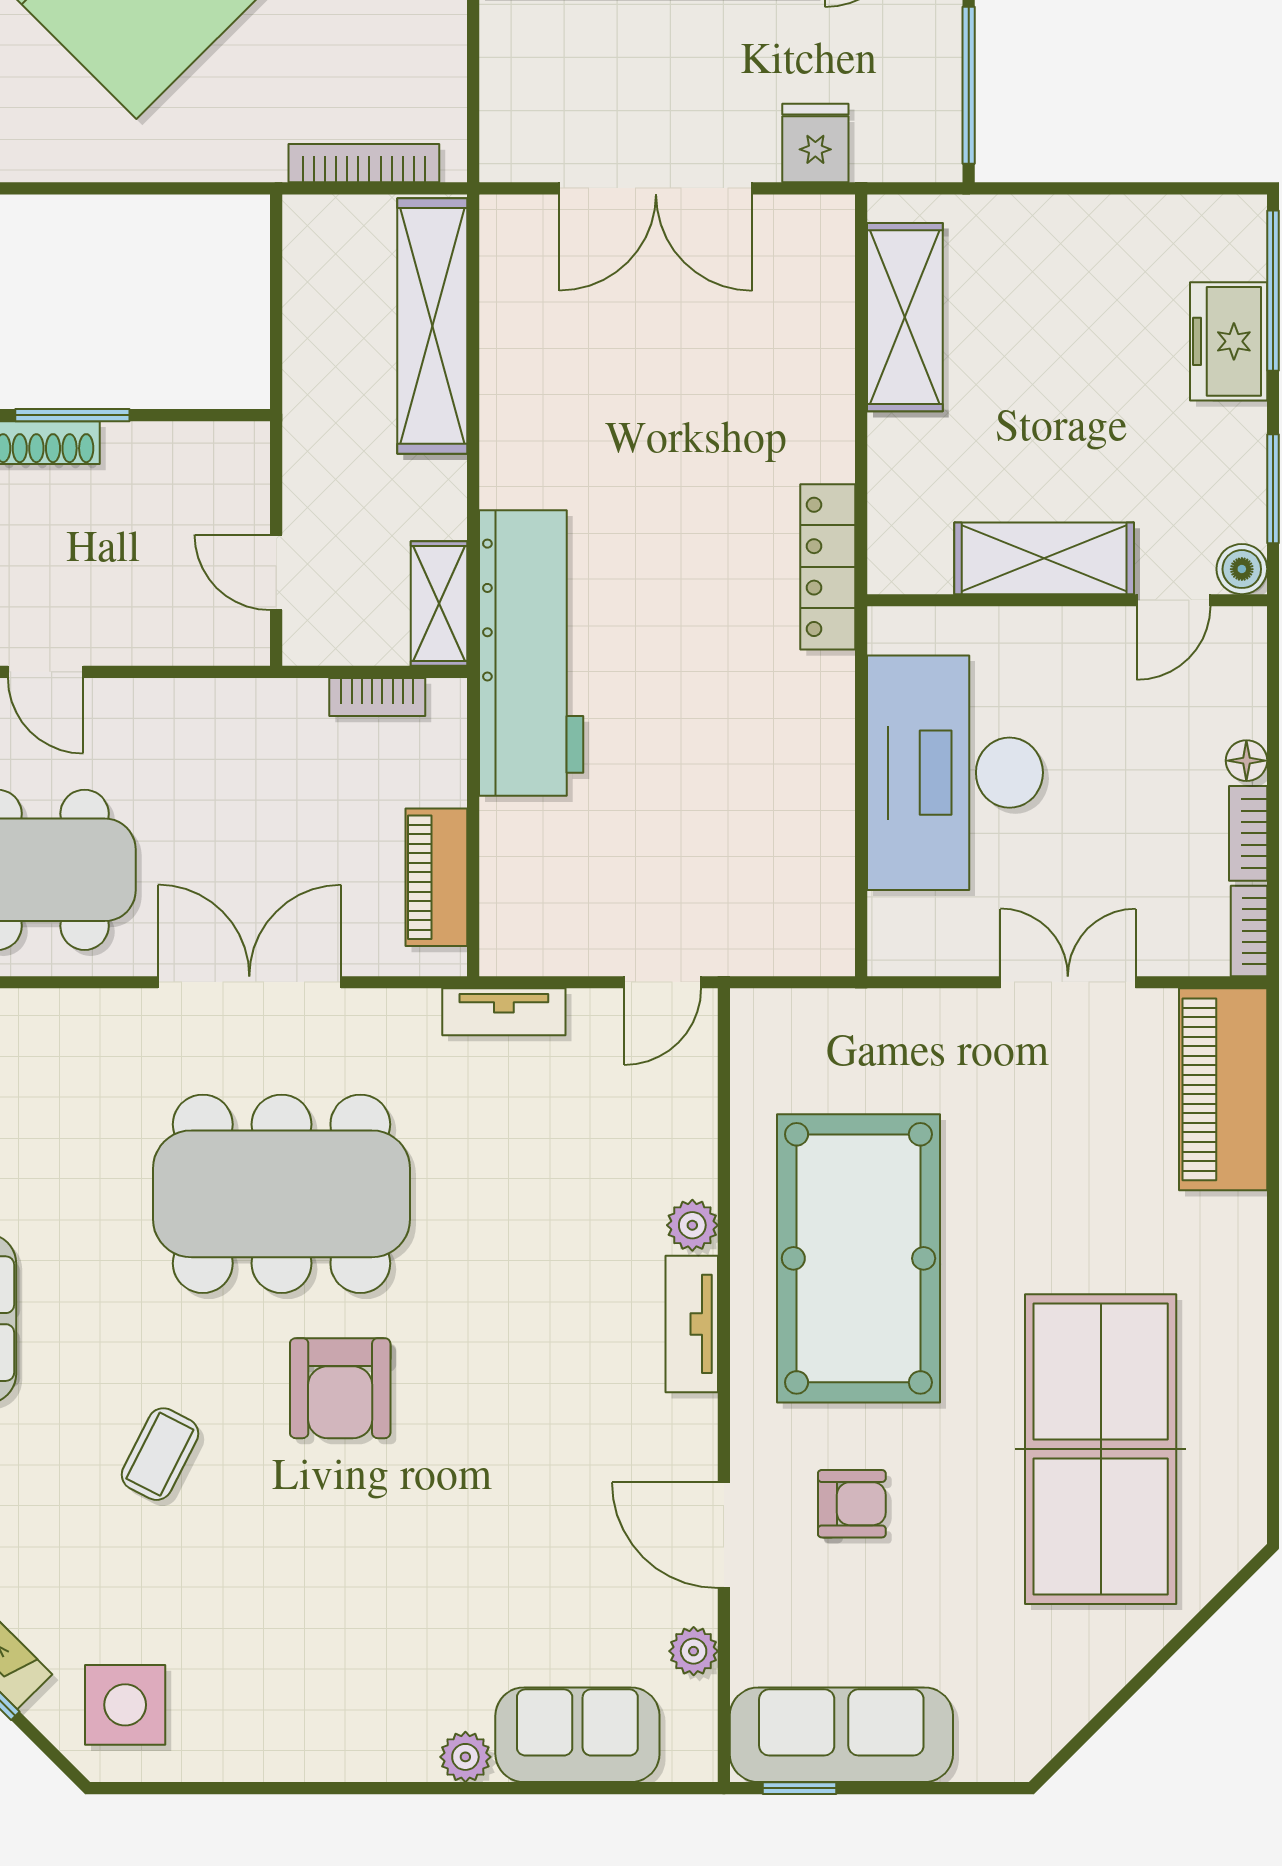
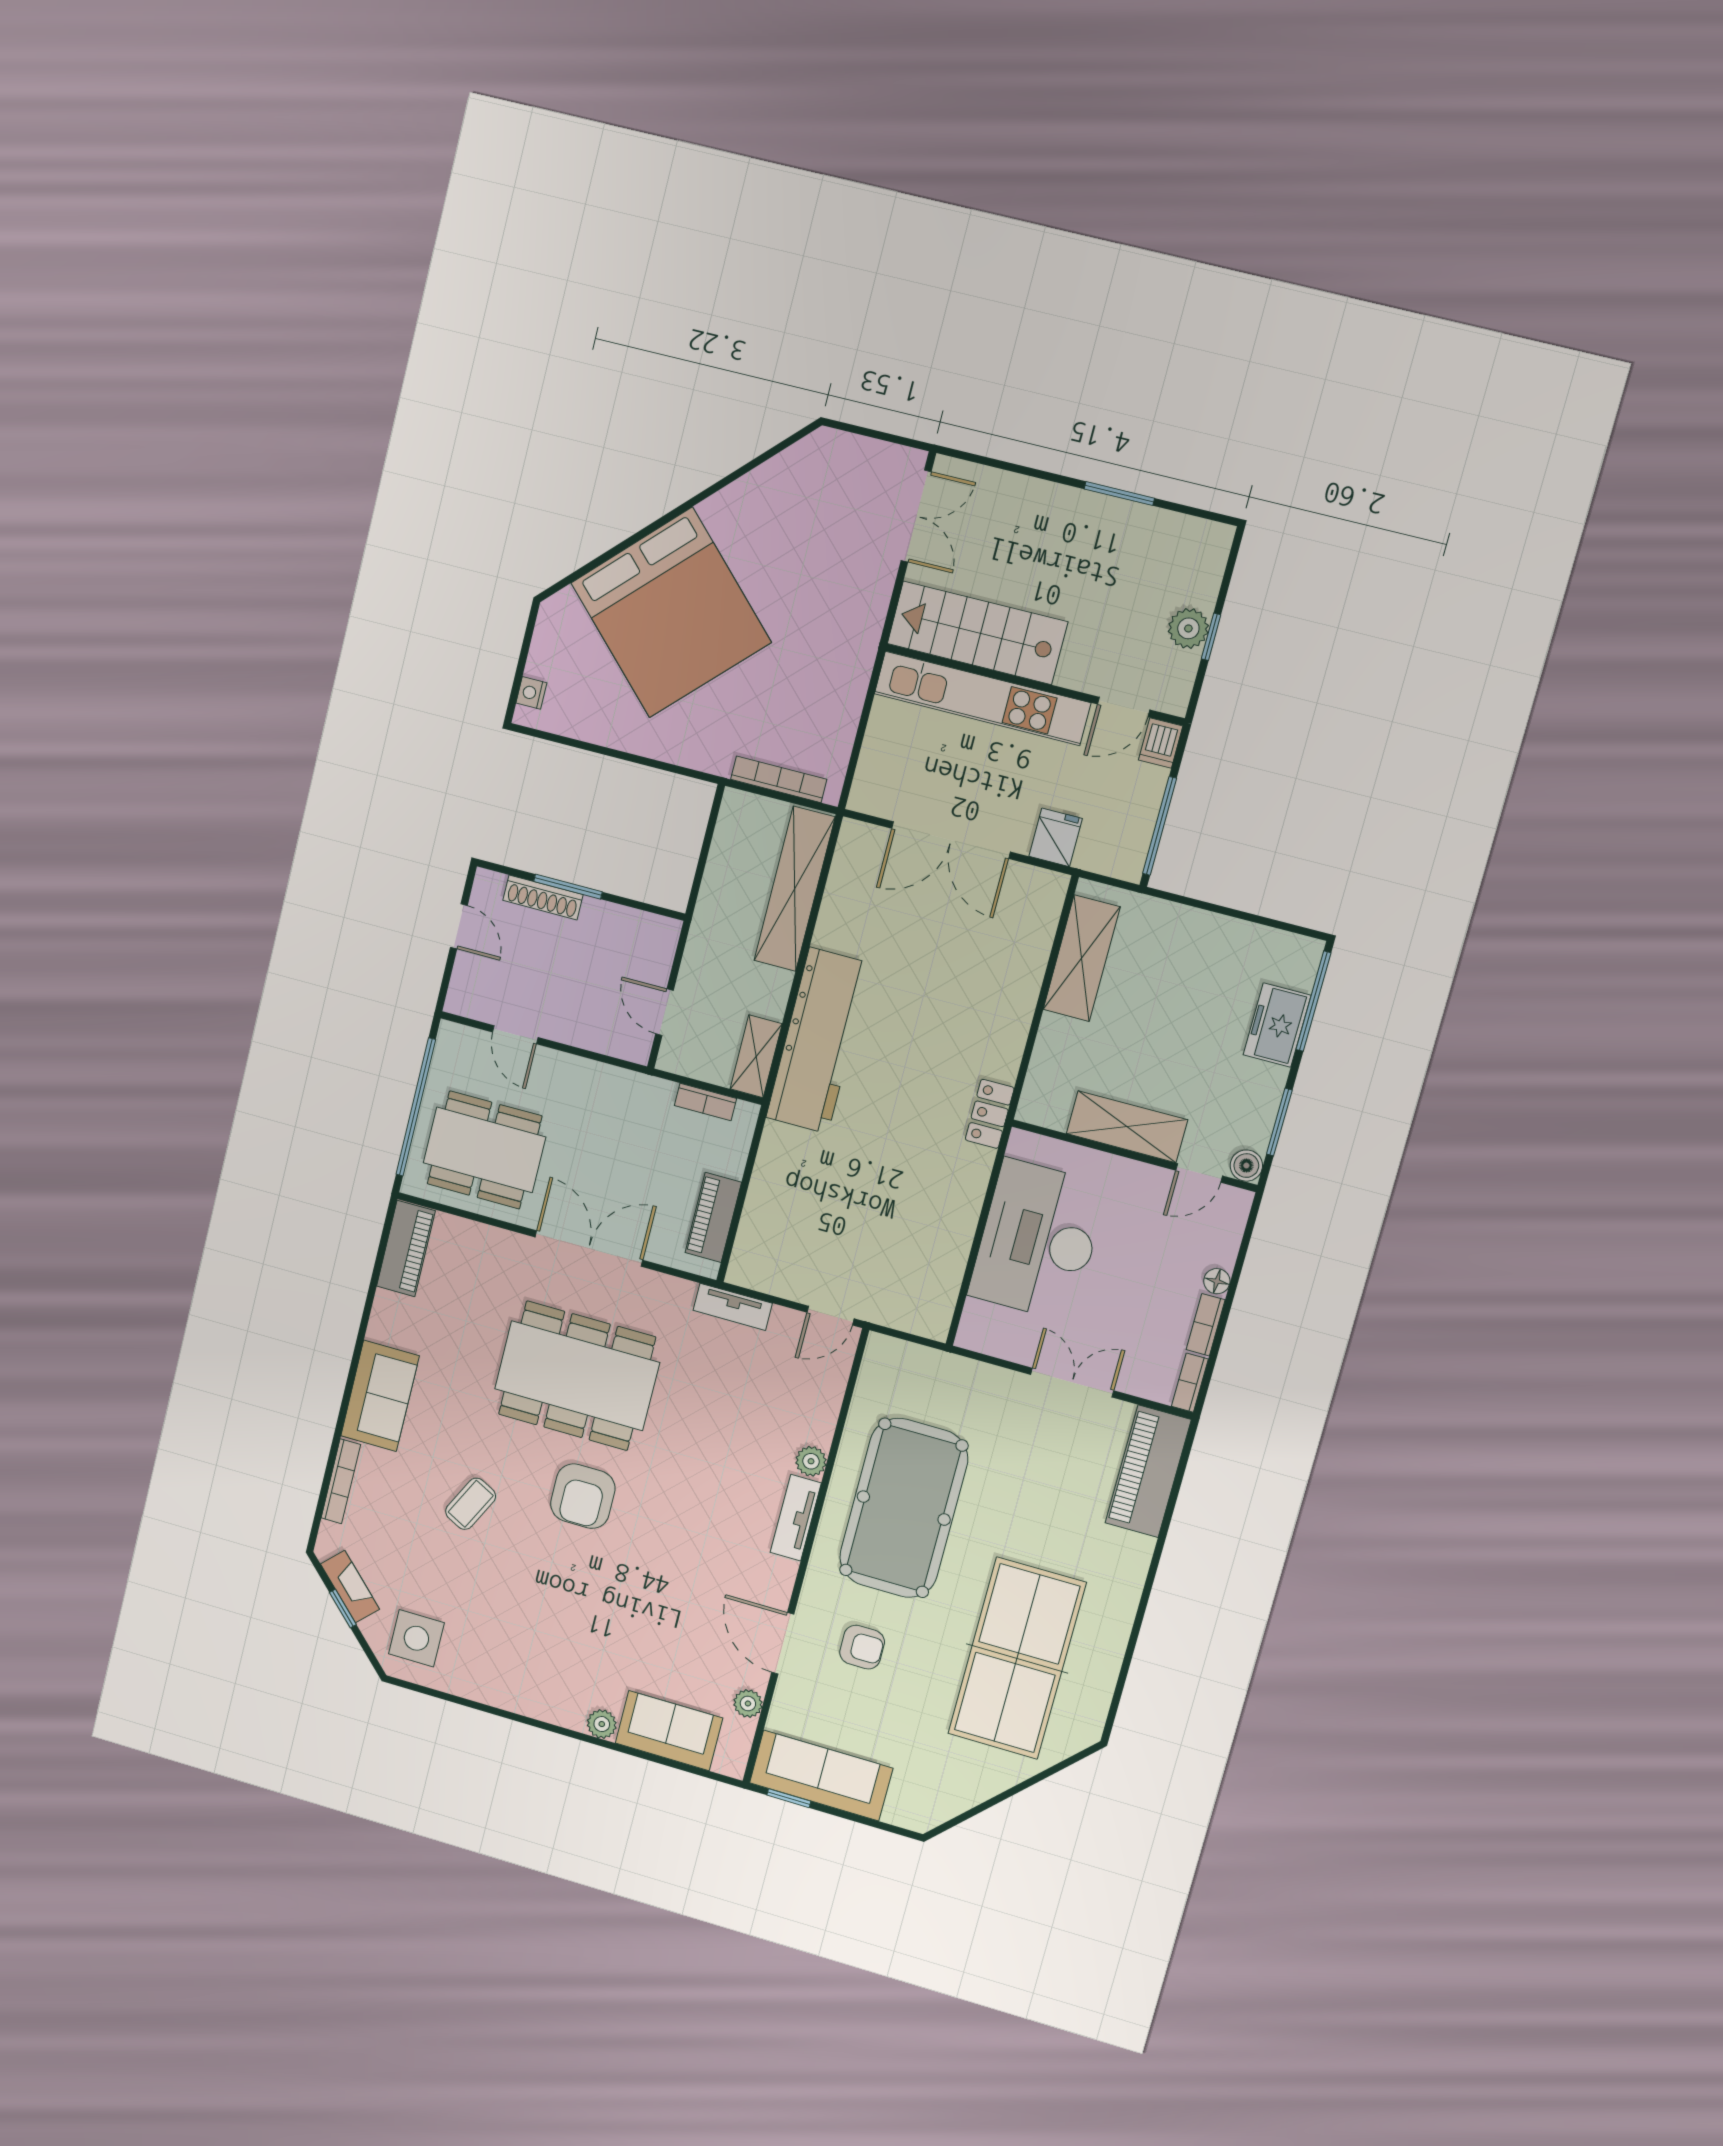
locker: (828, 567) -> (990, 1114), width x0.66
workbench: (531, 653) -> (819, 1041), moved

